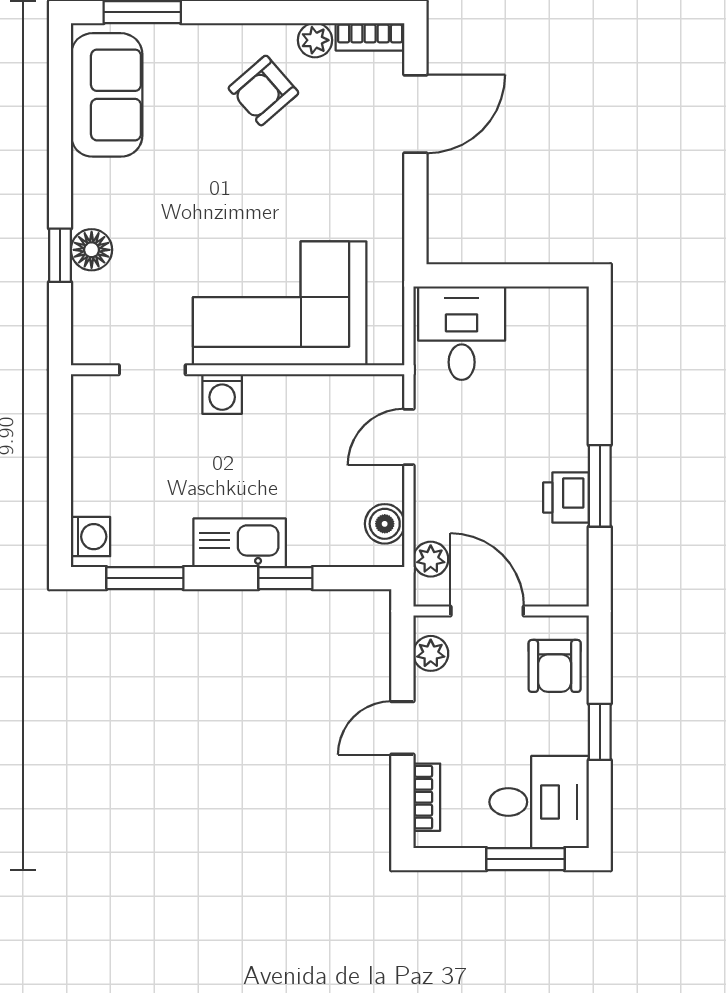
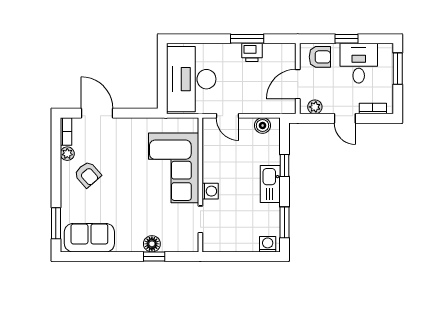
desk: (462, 333) -> (191, 79), width x1.87, depth x1.30
plant: (431, 559) -> (277, 107), removed
desk: (539, 802) -> (359, 63), moved

